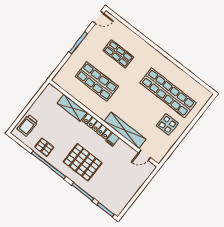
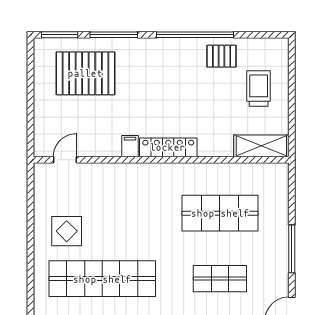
shelving: (72, 108) -> (261, 146), moved
trolley: (27, 125) -> (259, 88), moved
shelving: (125, 130) -> (122, 174), removed
pallet: (83, 162) -> (85, 73), moved

